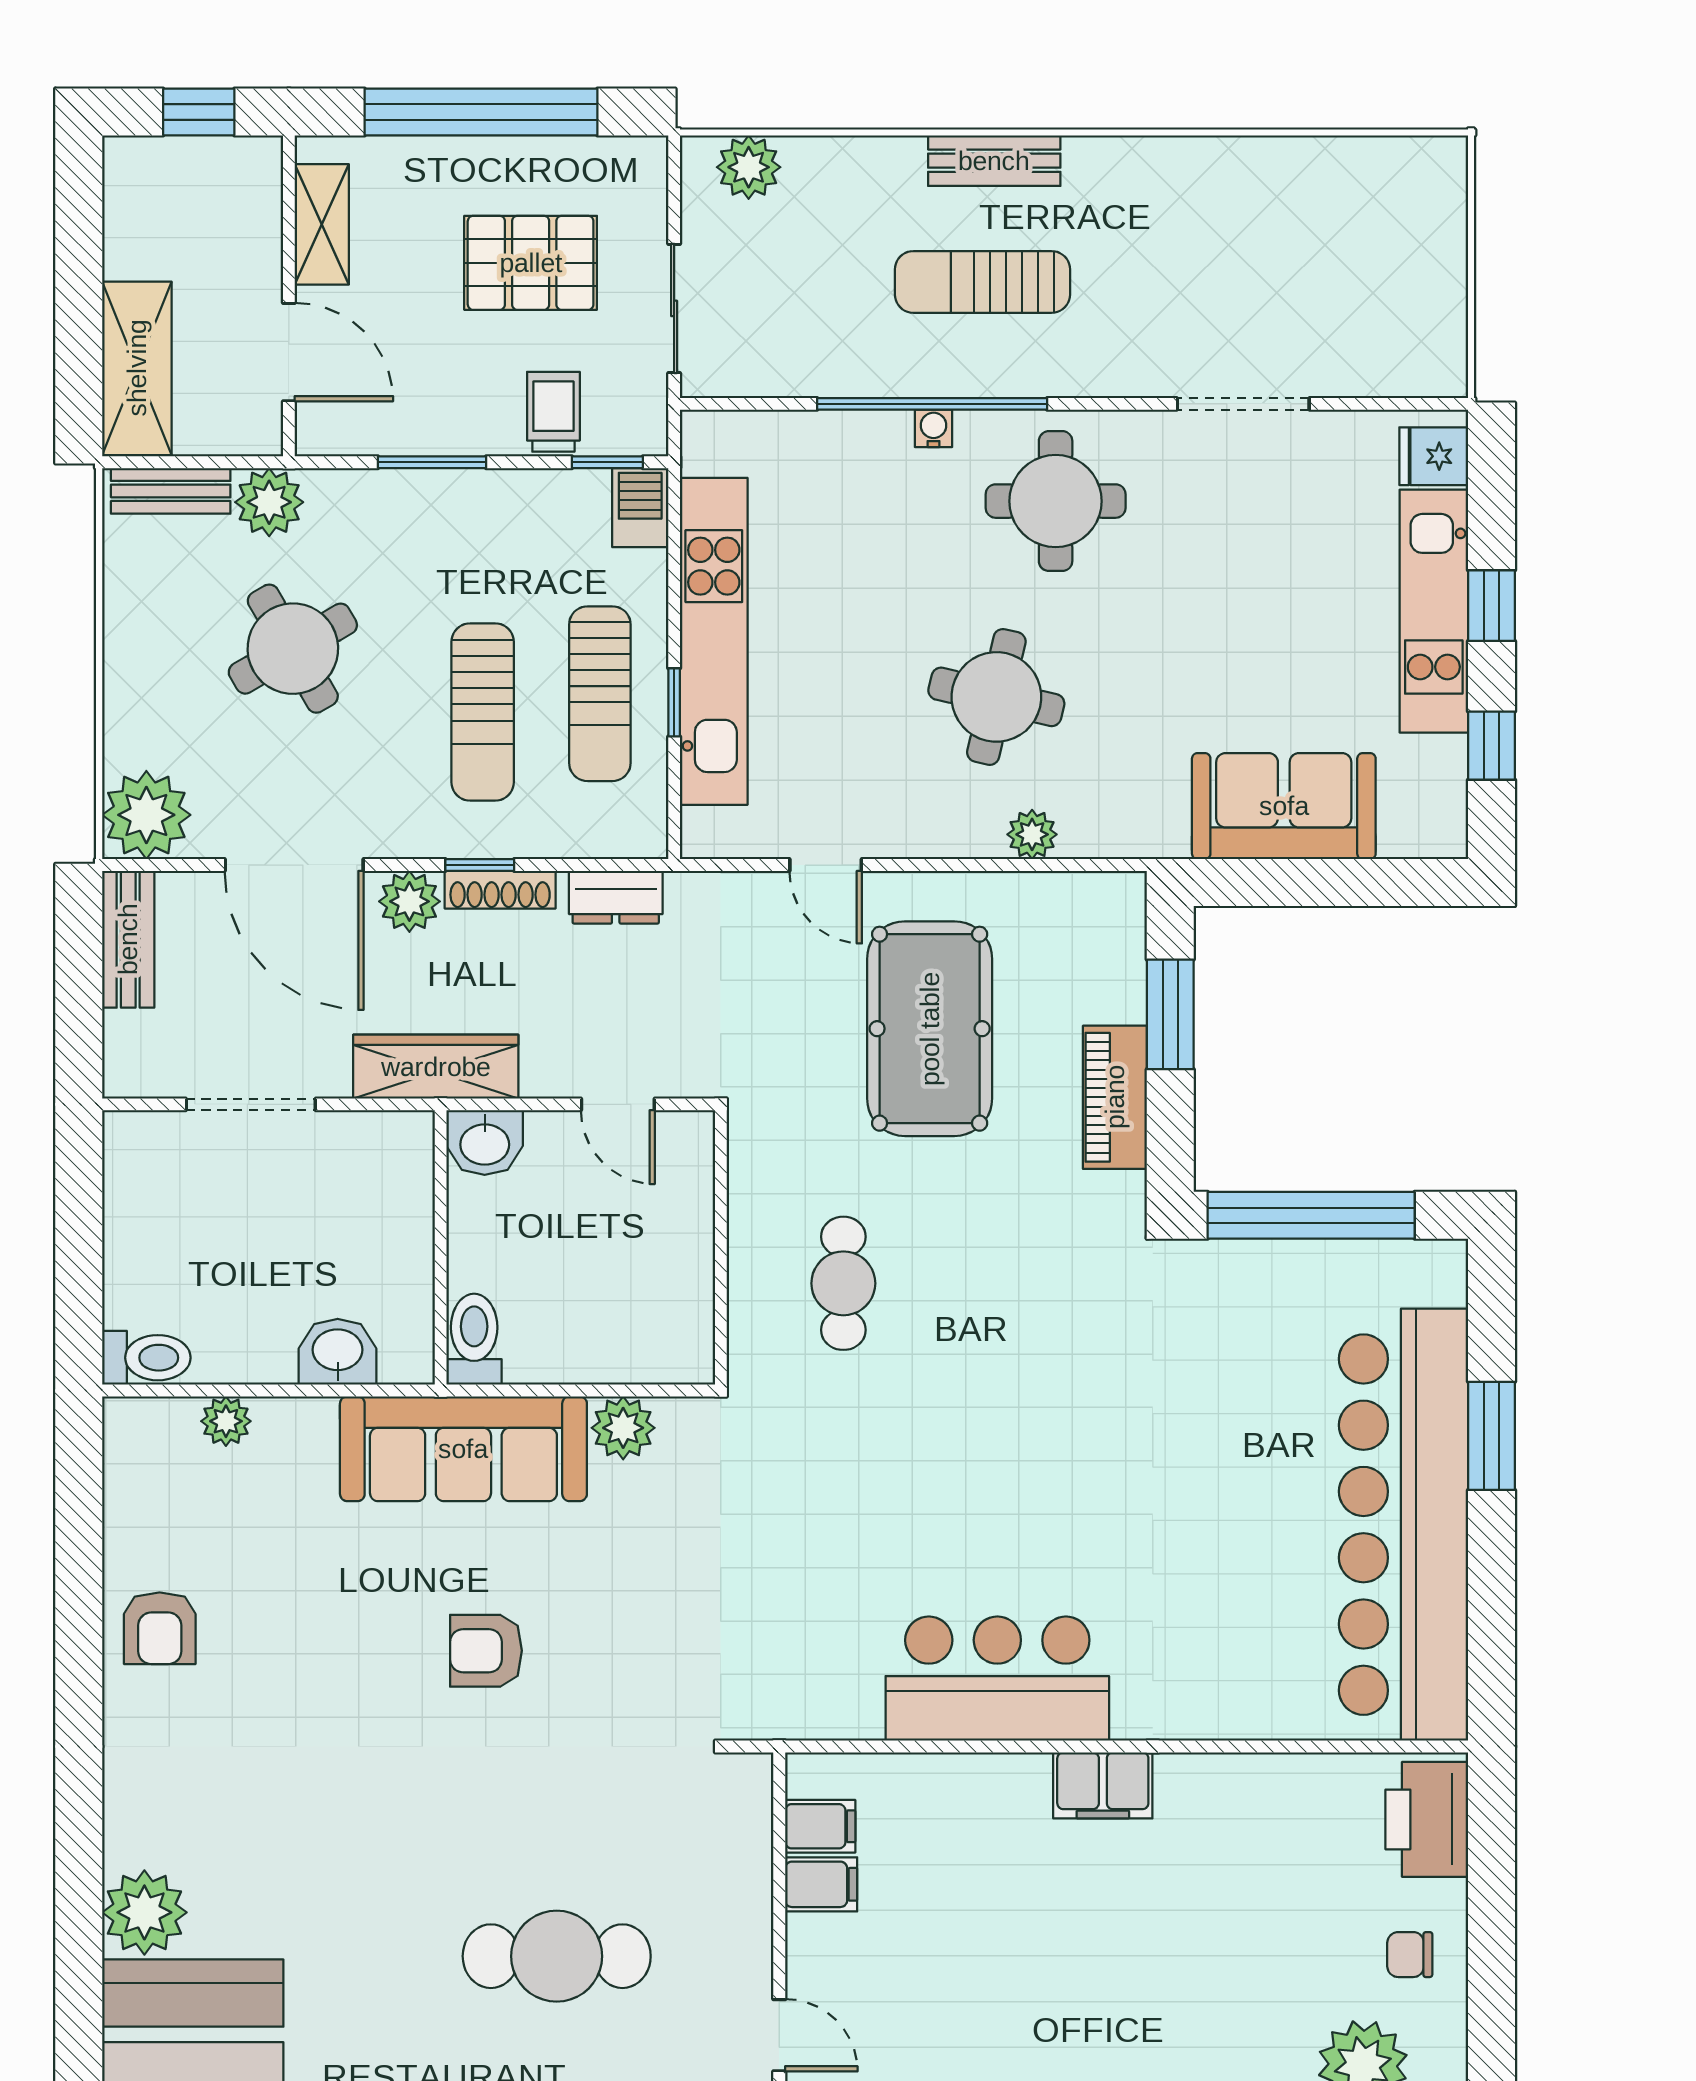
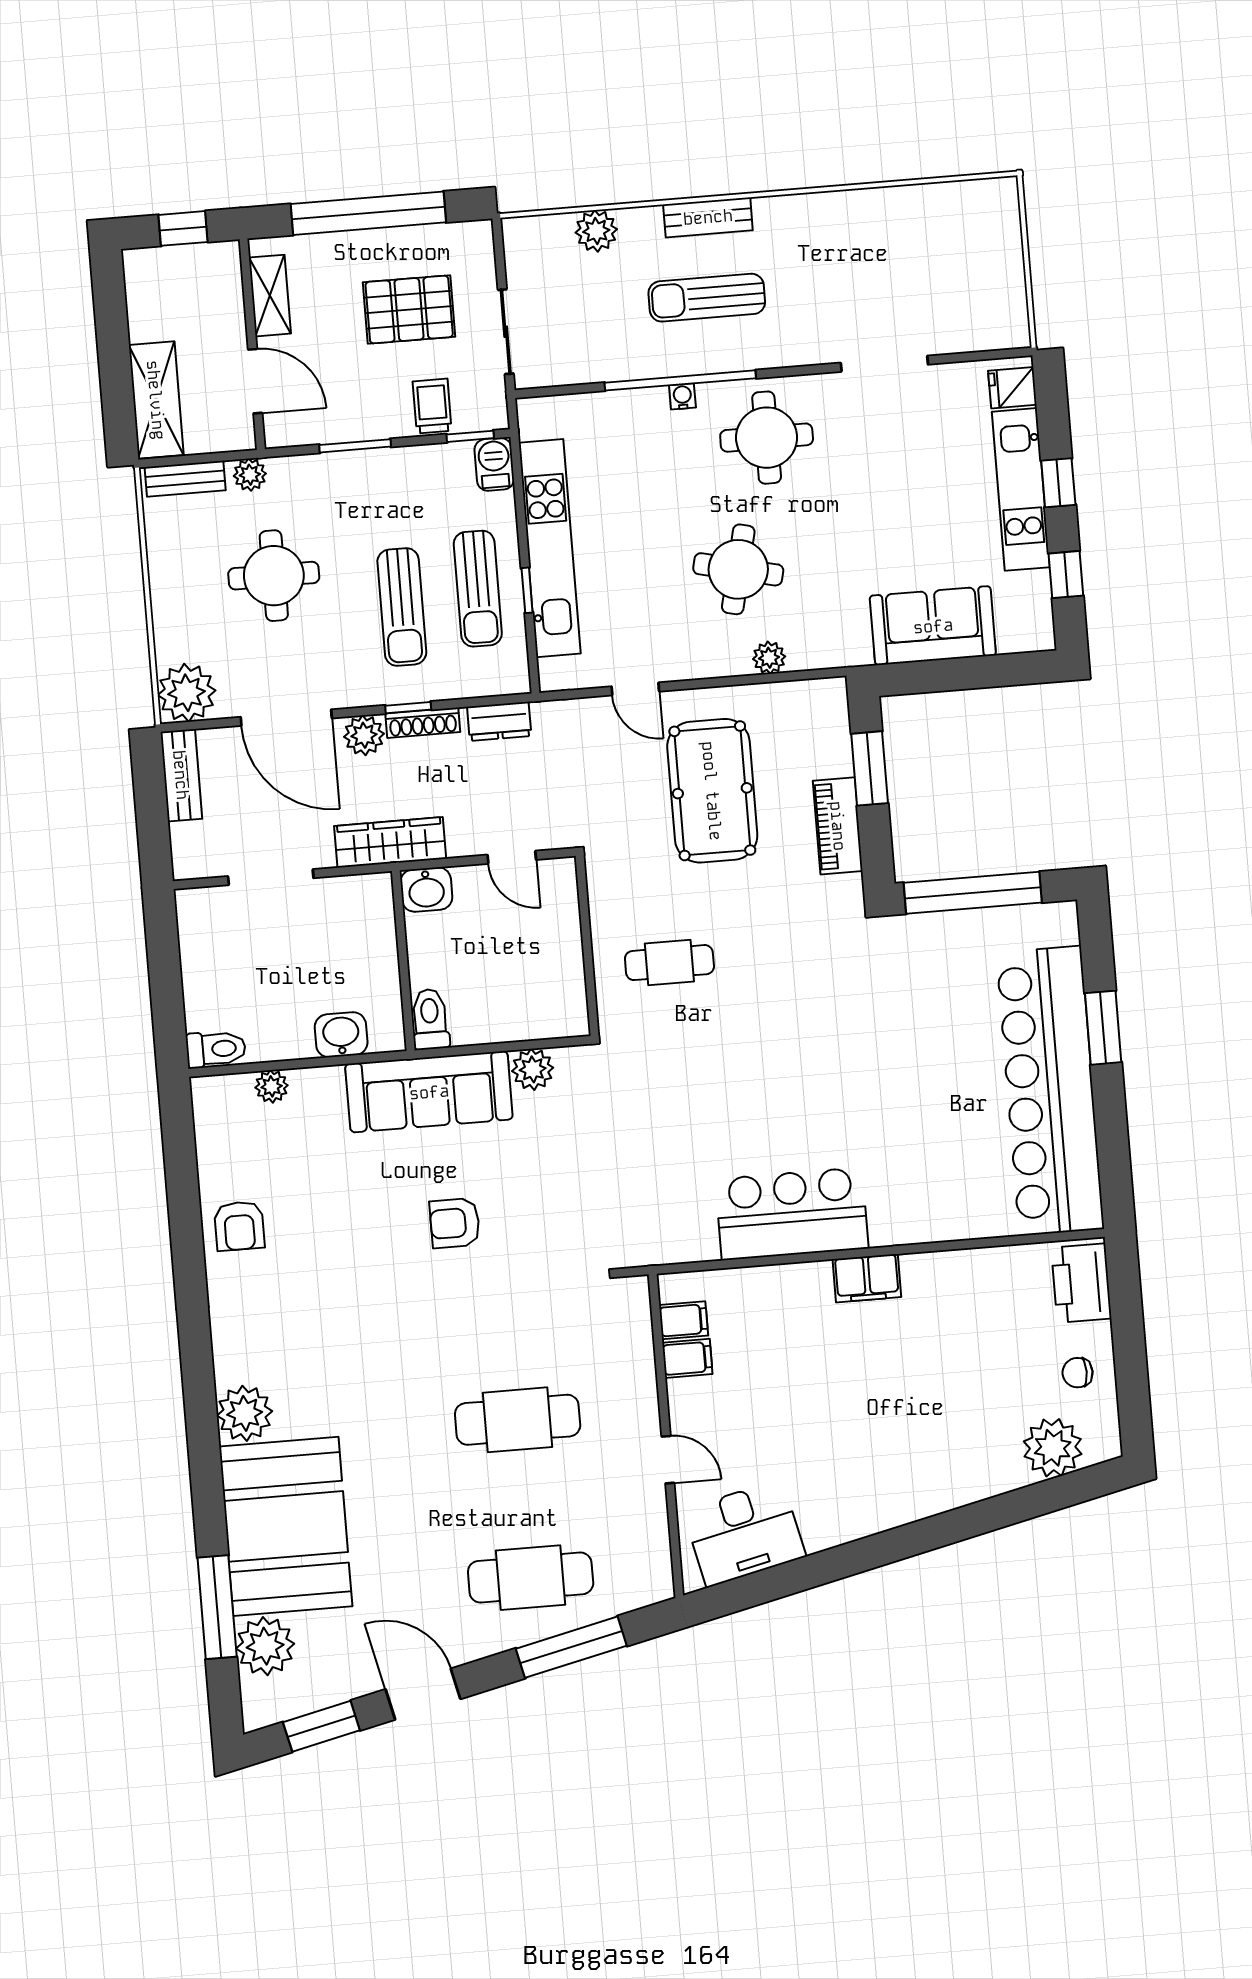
plant: (749, 167) -> (596, 231), moved
plant: (269, 502) -> (250, 475), width x0.73, depth x0.73
round table: (293, 649) -> (274, 576), turned 30
cafe table: (843, 1283) -> (669, 963), turned 90

